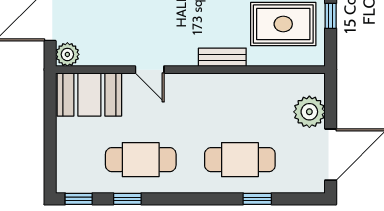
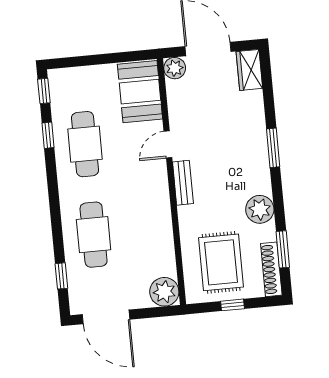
bench: (222, 57) -> (183, 183), moved
plant: (309, 112) -> (164, 292), moved
window: (257, 199) -> (61, 276), moved

